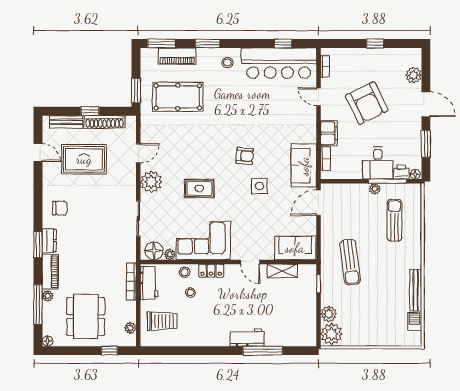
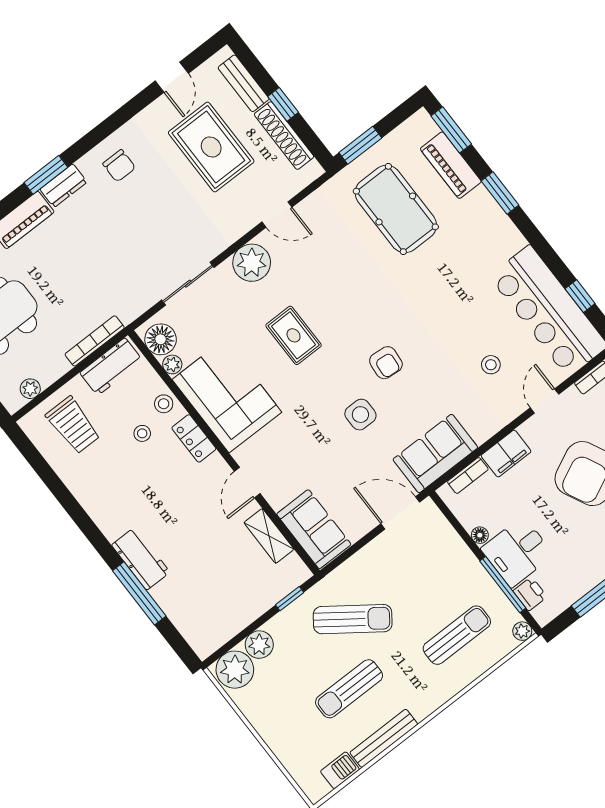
stool: (227, 63) -> (491, 365), moved
floor lamp: (415, 174) -> (480, 535), moved
plant: (375, 189) -> (522, 631), moved
sun lounger: (350, 262) -> (353, 619), turned -137
sun lounger: (381, 289) -> (349, 689), added

